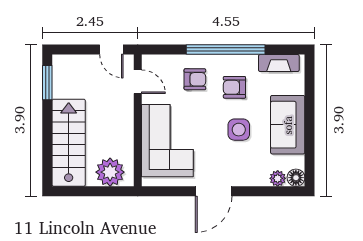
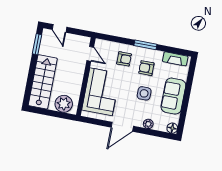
door: (111, 49) -> (60, 28), moved
window: (226, 49) -> (145, 45), width x0.47
plant: (278, 178) -> (148, 124), moved

